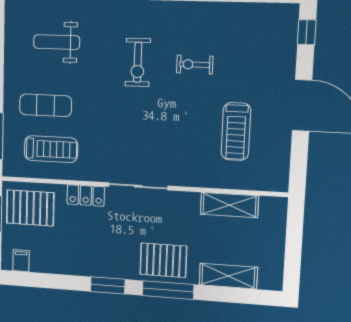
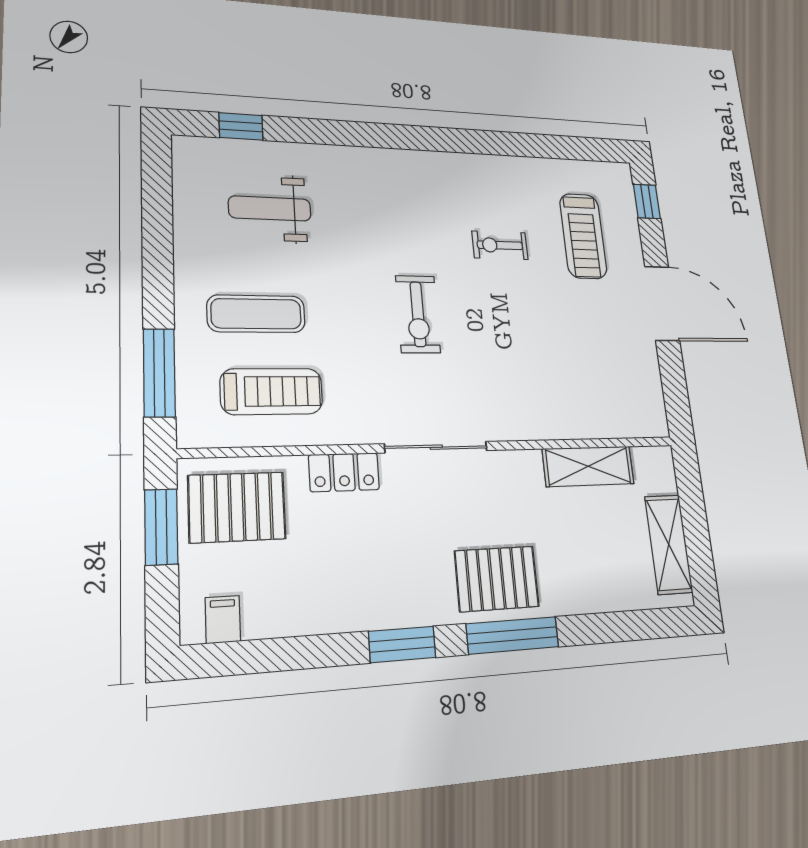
exercise bike: (138, 62) -> (418, 314), moved
treadmill: (236, 132) -> (583, 236), moved
shelving: (228, 276) -> (669, 544), moved, turned 90

